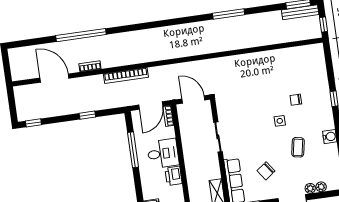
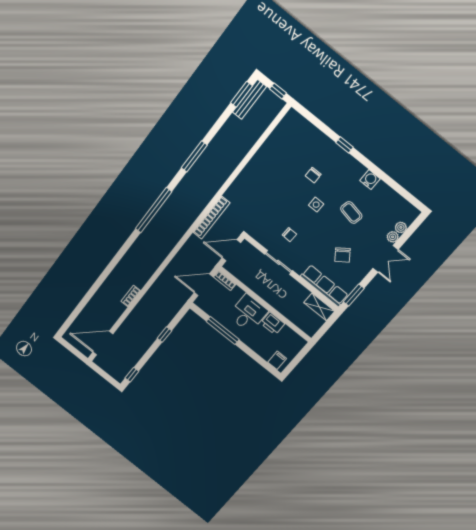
window: (81, 35) -> (153, 210), moved
bookcase: (126, 76) -> (211, 218), moved
door: (54, 78) -> (103, 343), moved
door: (151, 106) -> (204, 285), swing flipped
chair: (243, 125) -> (289, 235), added

